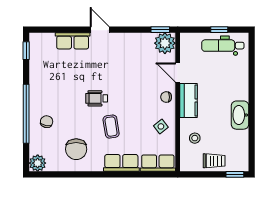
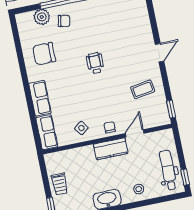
window: (219, 30) -> (185, 177), moved
row of seats: (73, 41) -> (144, 30), removed
plant: (165, 43) -> (159, 116), removed
coffee table: (111, 127) -> (143, 89), moved
stool: (195, 138) -> (139, 189), moved
plant: (38, 163) -> (42, 17), moved

